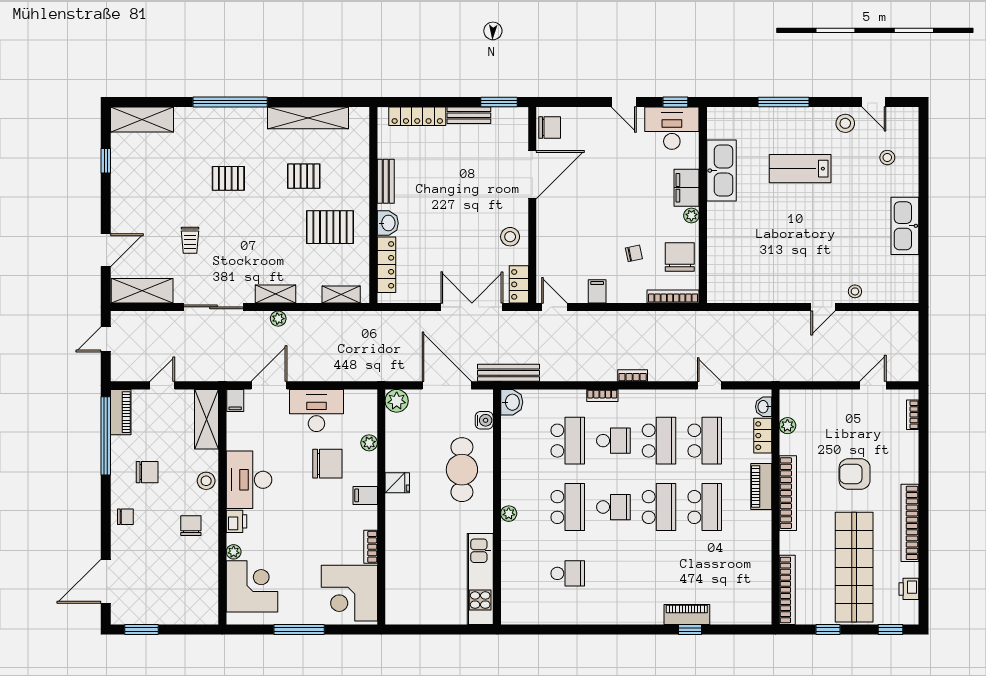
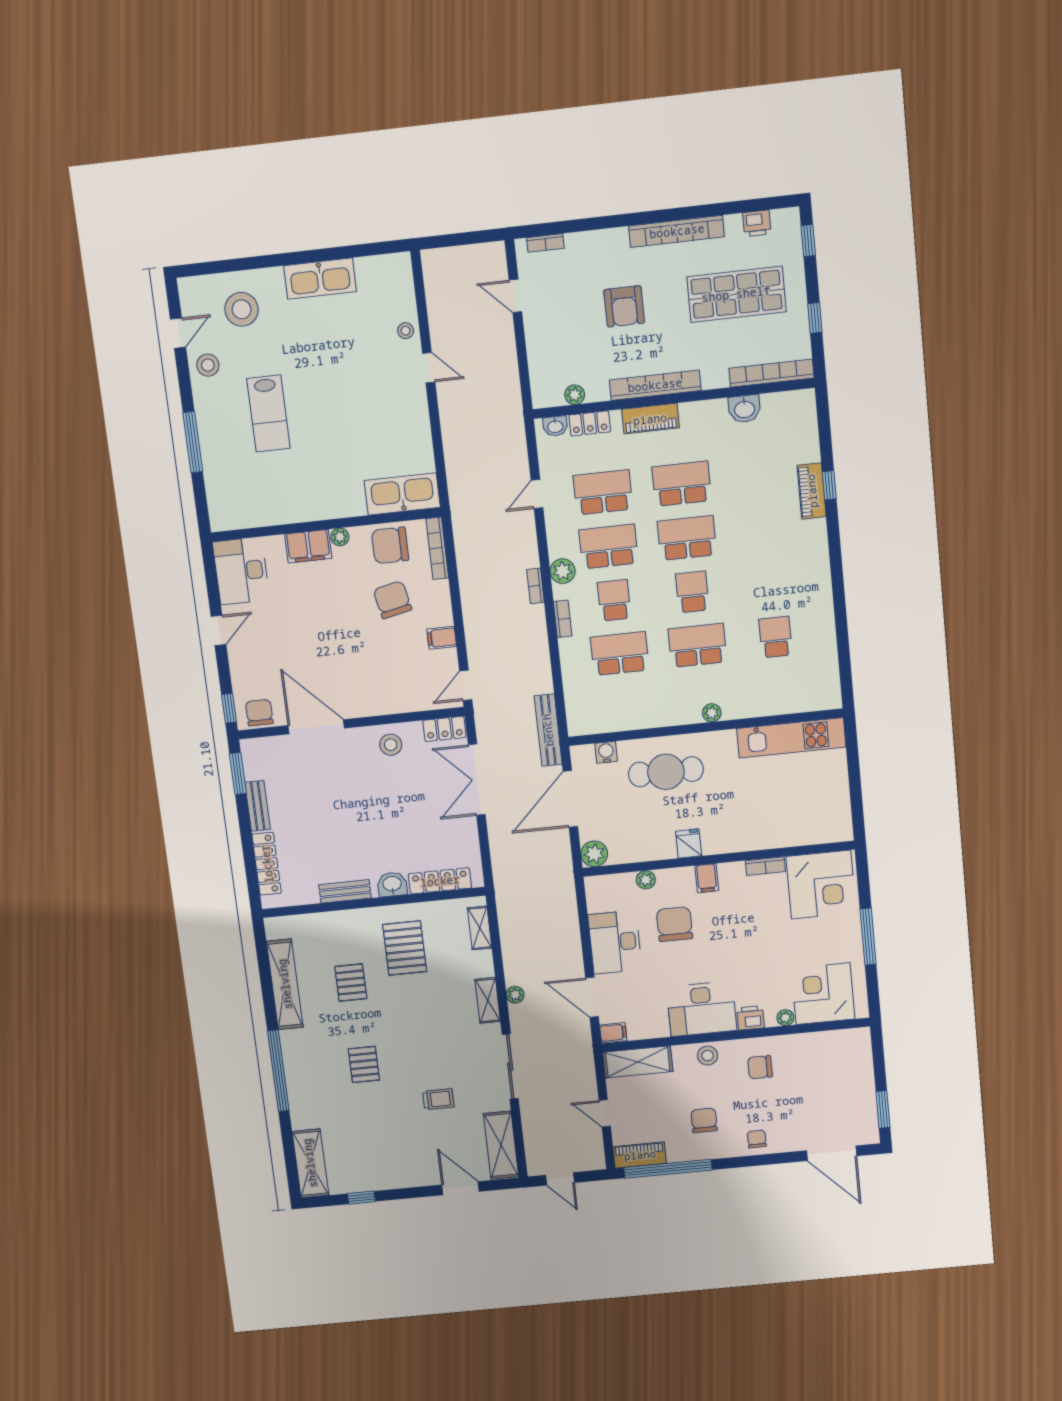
window: (675, 102) -> (229, 708), moved
stool: (887, 158) -> (242, 309), width x1.89, depth x1.89
kitchen sink: (721, 171) -> (402, 494), moved
chair: (634, 253) -> (392, 600), width x1.87, depth x1.87
plant: (643, 400) -> (563, 571), added
washbasin: (512, 402) -> (744, 409), moved, turned 180
shop shelf: (854, 567) -> (736, 294), width x0.71

